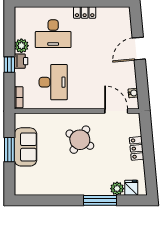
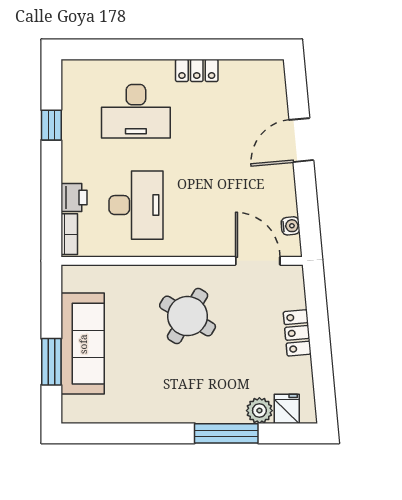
plant: (21, 46) -> (75, 135), removed
printer: (21, 61) -> (74, 198), moved
window: (9, 65) -> (51, 125), moved
sofa: (26, 147) -> (83, 344), width x1.36
window: (9, 150) -> (51, 362), moved

